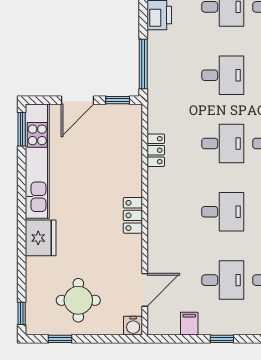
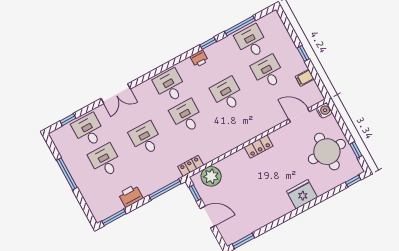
plant: (128, 133) -> (211, 176), added
locker: (156, 150) -> (191, 166), moved
kitchen unit: (37, 161) -> (257, 221), removed
round table: (78, 300) -> (327, 152), width x1.36, depth x1.36

